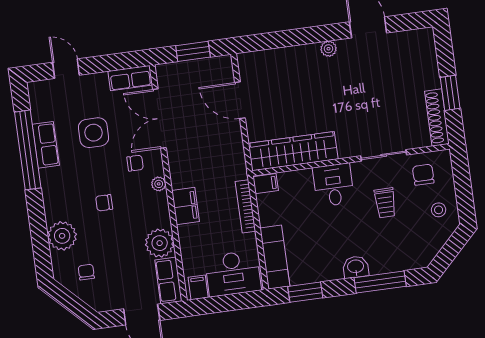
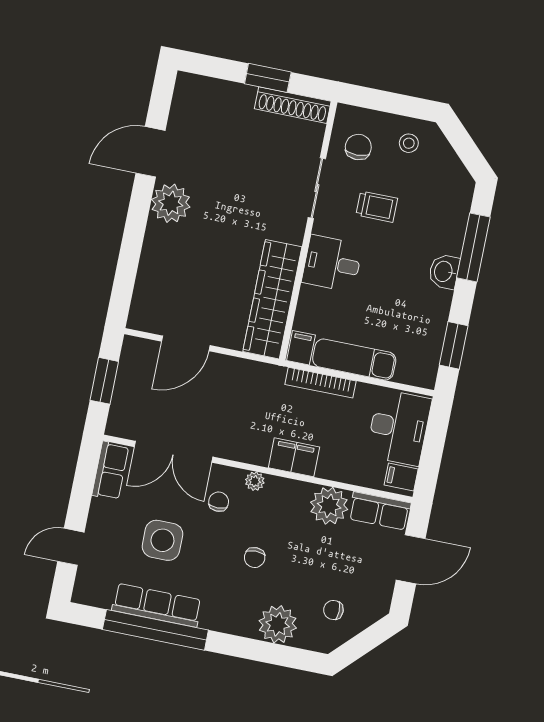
plant: (329, 49) -> (171, 203), width x1.88, depth x1.88
row of seats: (46, 145) -> (157, 605), width x1.48
chair: (423, 175) -> (358, 147), turned 89
exam couch: (275, 257) -> (354, 360), moved

